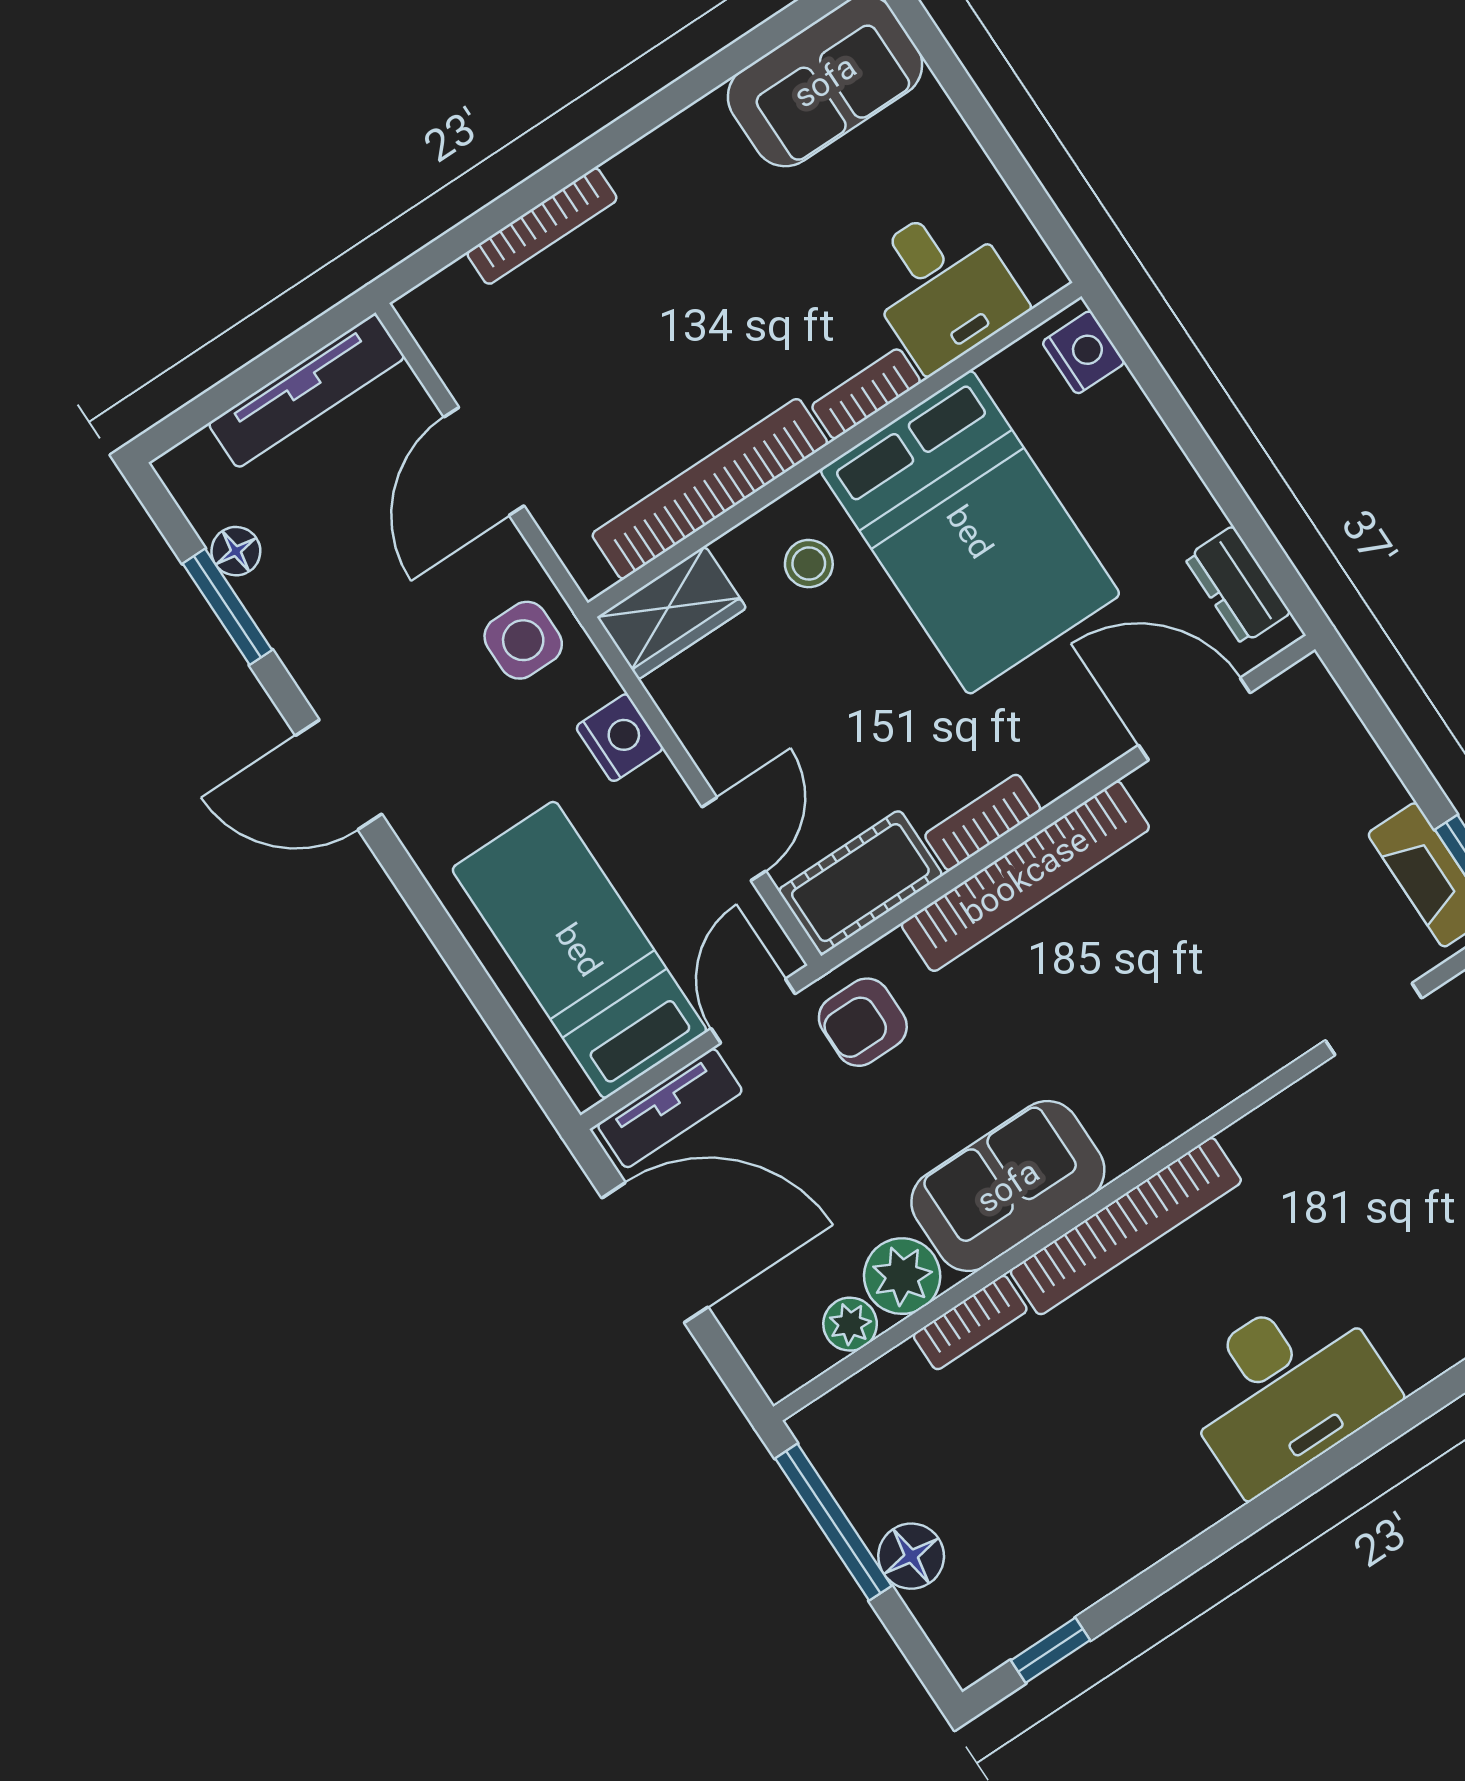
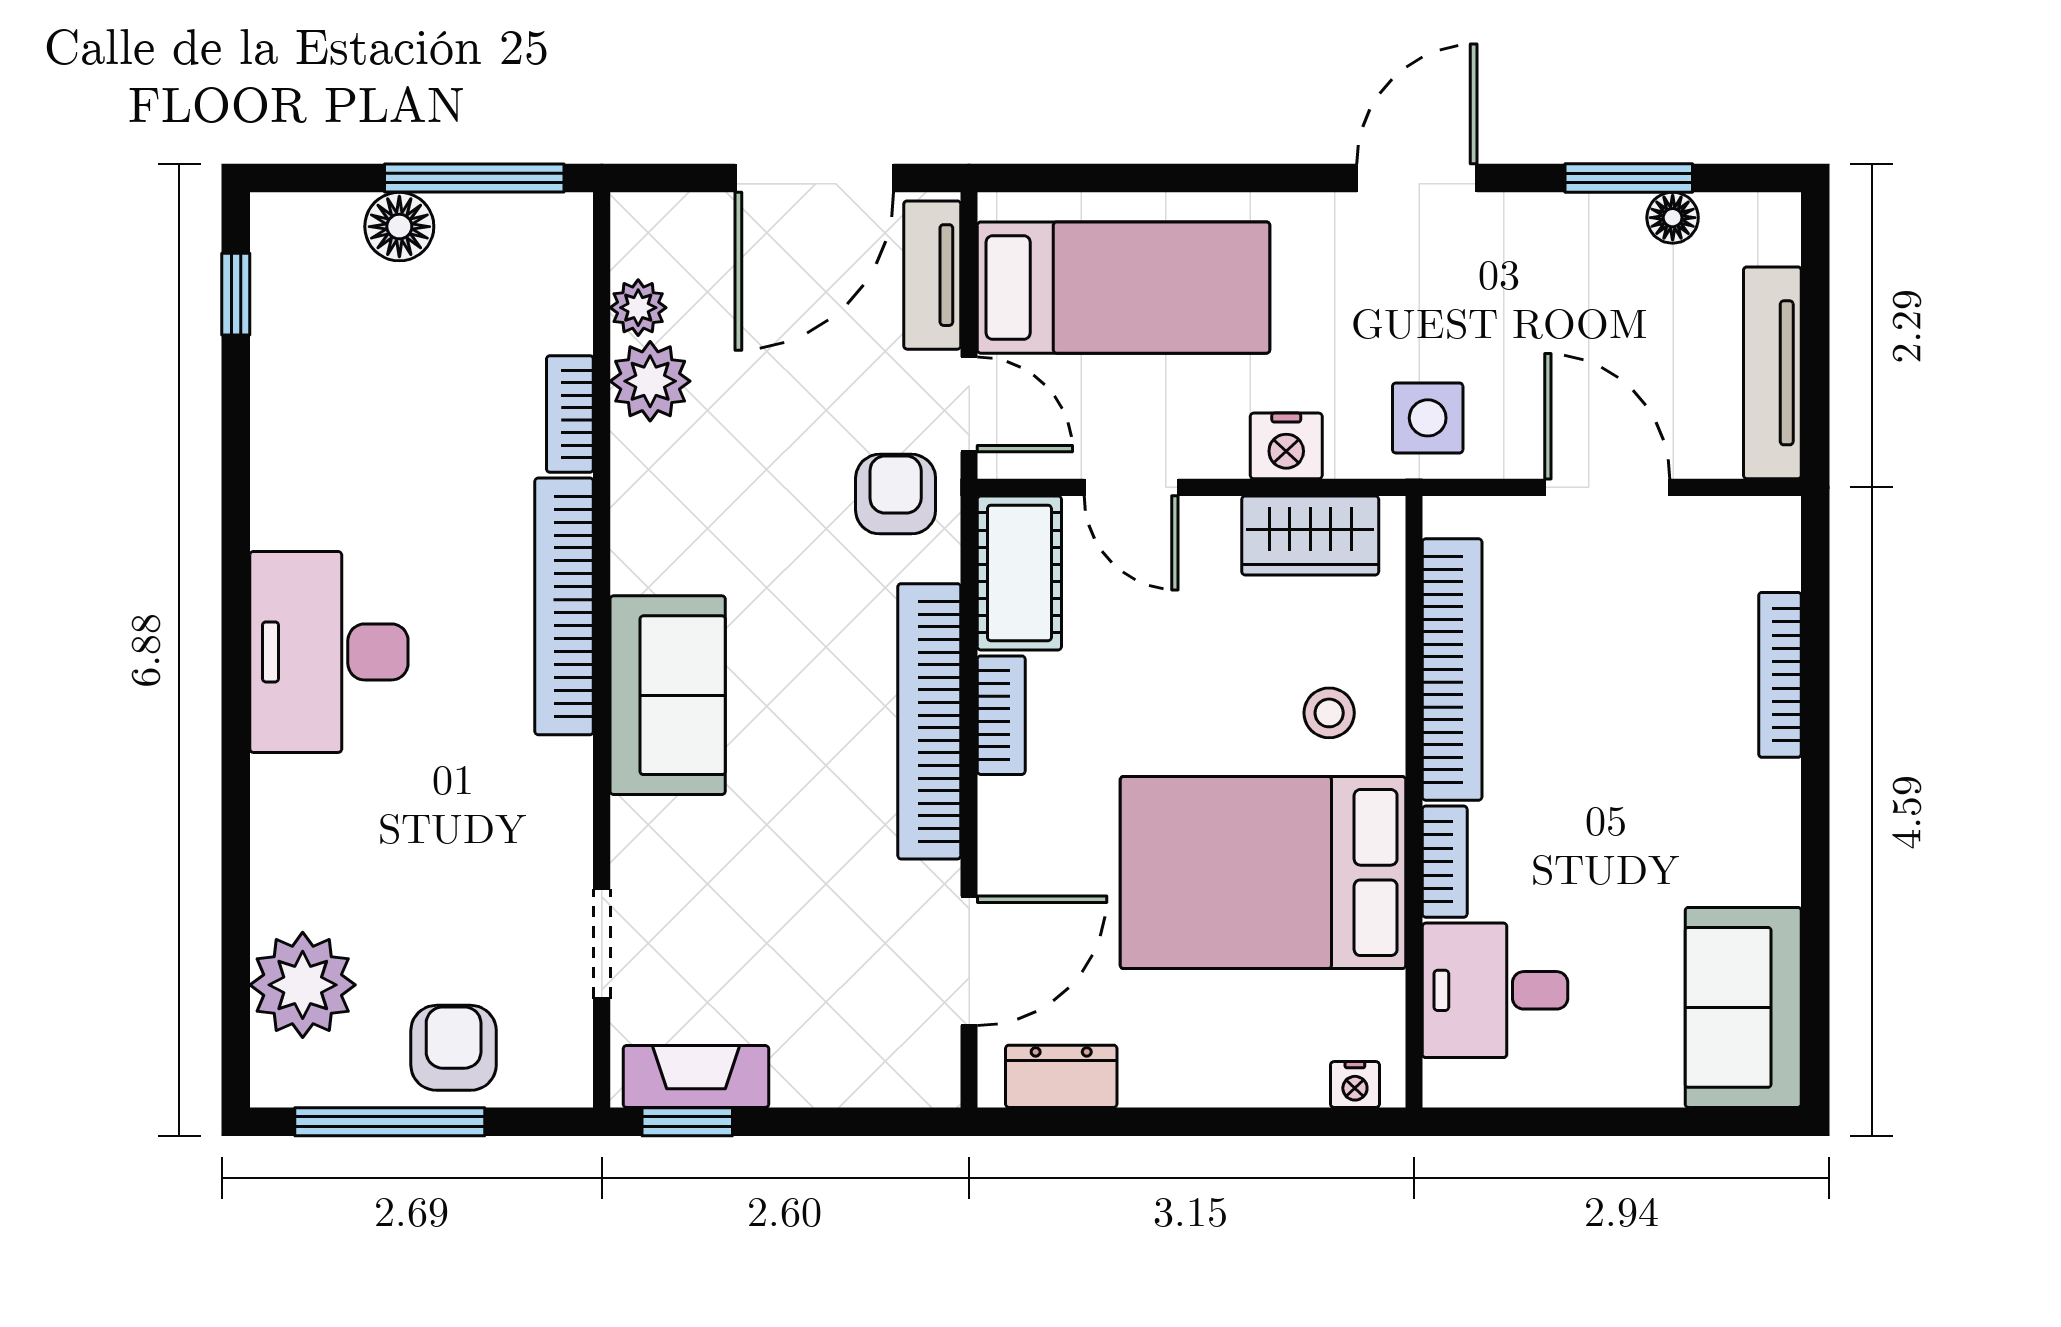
nightstand: (1083, 352) -> (1355, 1084), width x0.72, depth x0.74
wardrobe: (672, 612) -> (1310, 535), moved, turned -90
sofa: (1008, 1186) -> (668, 695), moved

